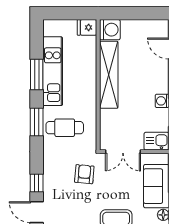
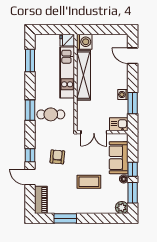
kitchen unit: (53, 71) -> (67, 73), moved, turned 180
window: (37, 75) -> (30, 60), moved
armchair: (84, 174) -> (57, 157), moved

